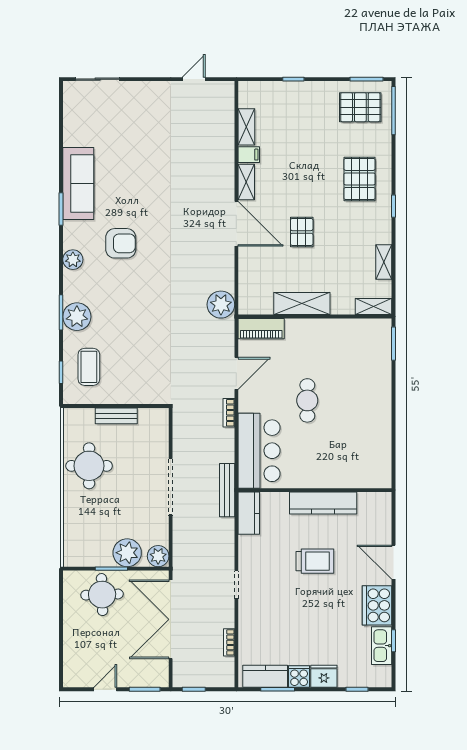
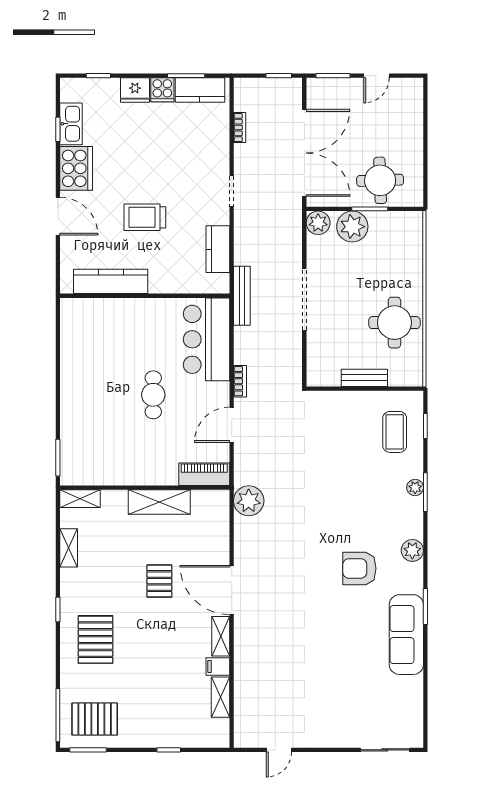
plant: (77, 317) -> (415, 487), width x0.53, depth x0.53
kitchen counter: (323, 503) -> (111, 281), moved
kitchen counter: (249, 513) -> (218, 249), moved

